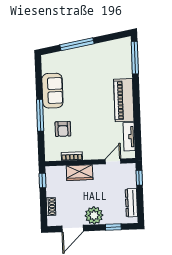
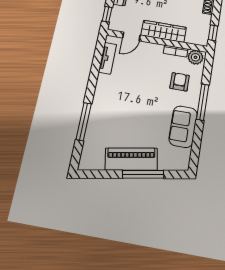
window: (135, 58) -> (84, 122), moved
piano: (124, 100) -> (131, 159), moved, turned -100
plant: (54, 154) -> (195, 57), added
wardrobe: (80, 173) -> (164, 31), width x1.50

